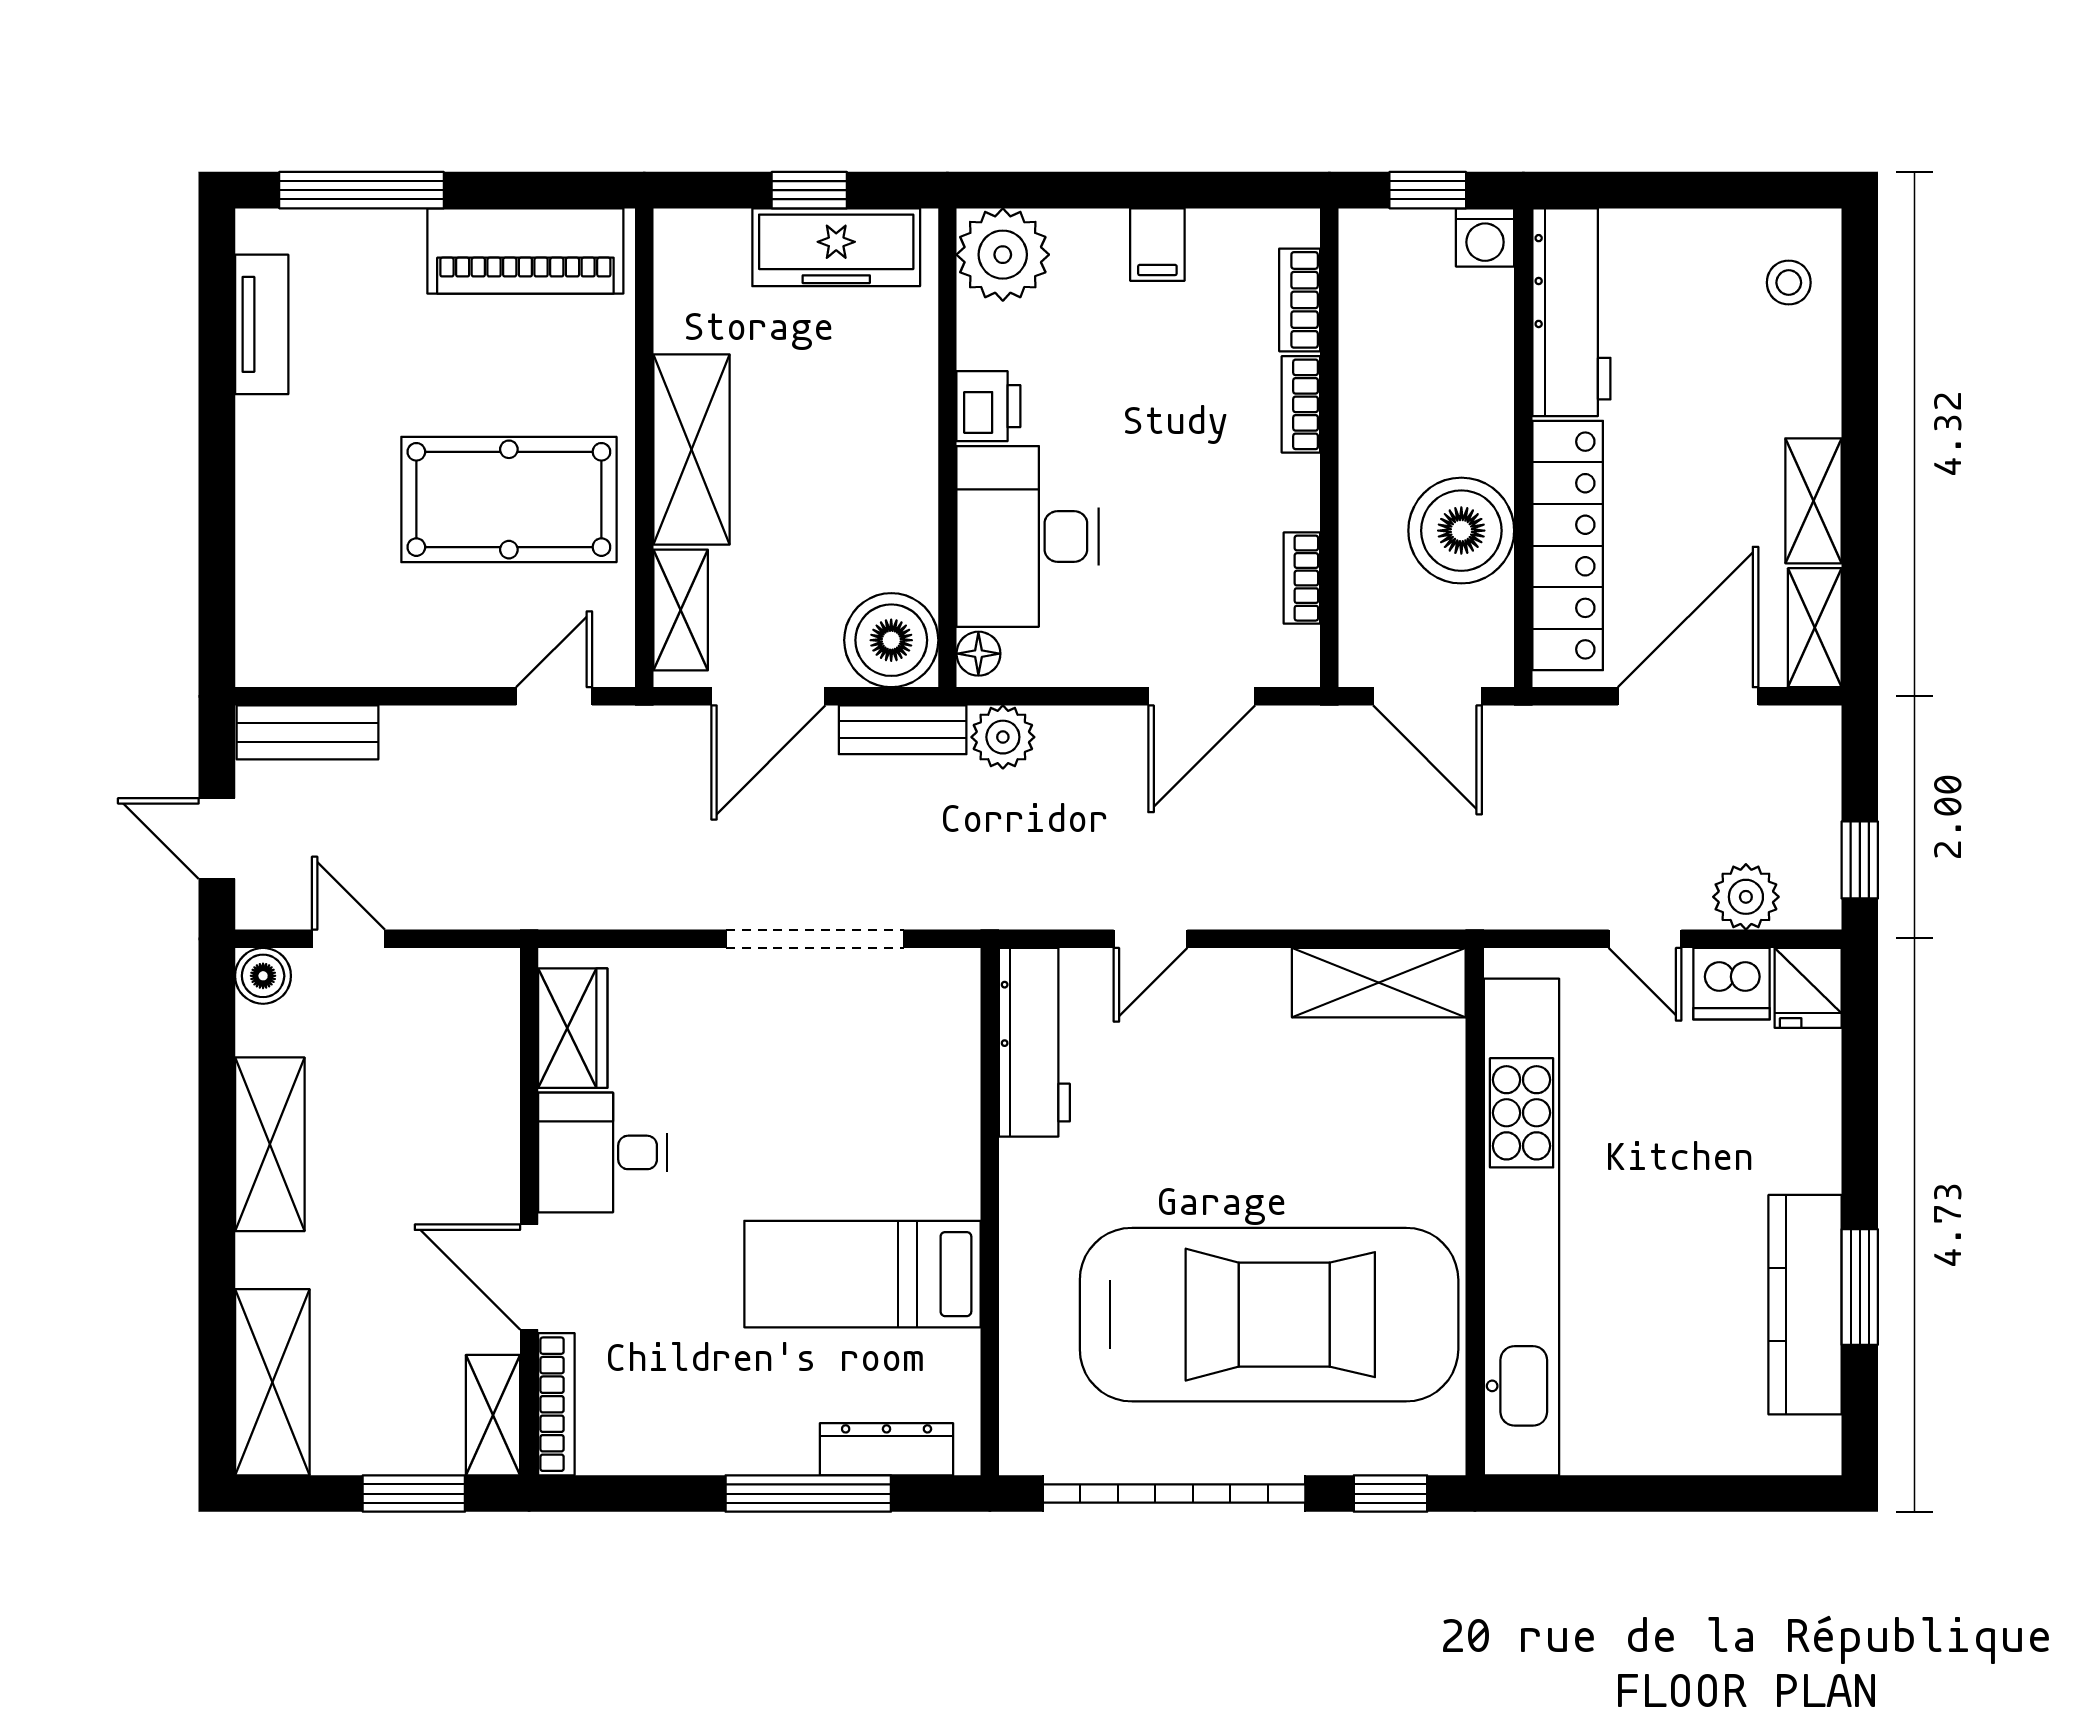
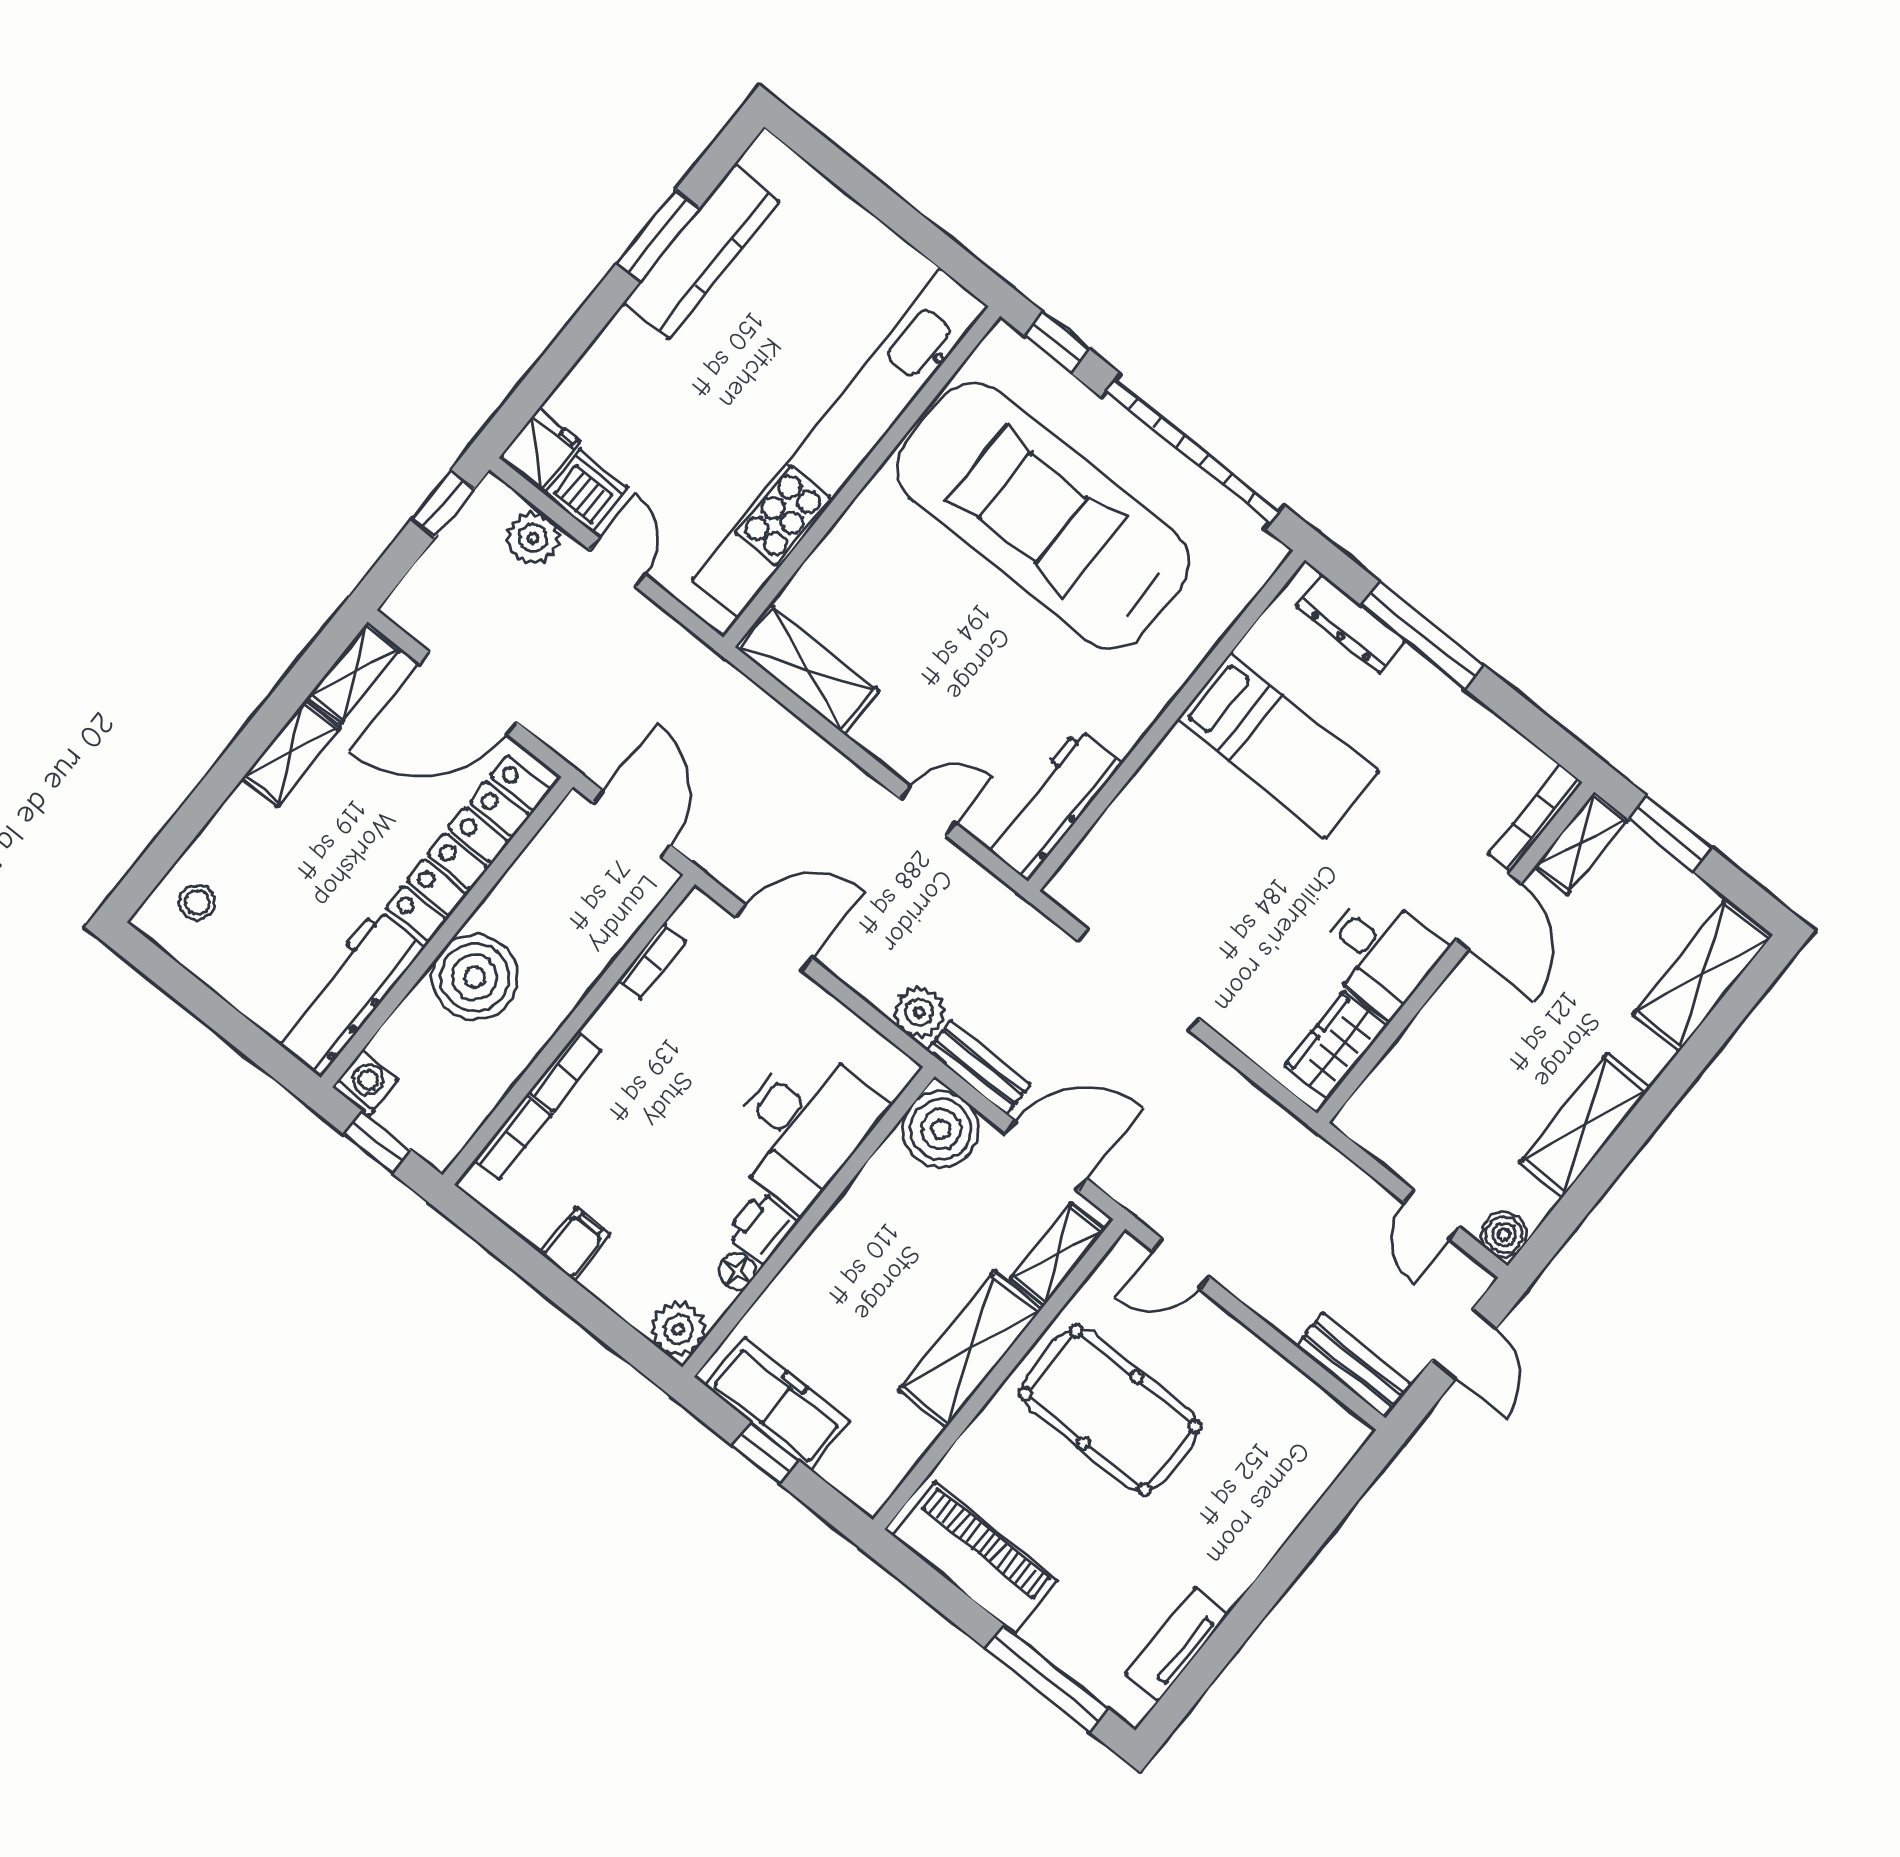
plant: (1003, 255) -> (678, 1329), width x0.73, depth x0.73
boiler: (1461, 531) -> (475, 977), moved
floor lamp: (978, 654) -> (737, 1271), moved

